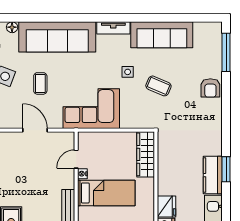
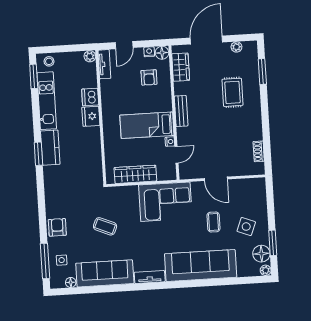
floor lamp: (12, 27) -> (71, 282), moved
side table: (128, 72) -> (62, 260), moved
wardrobe: (146, 154) -> (135, 174), moved, turned -90

